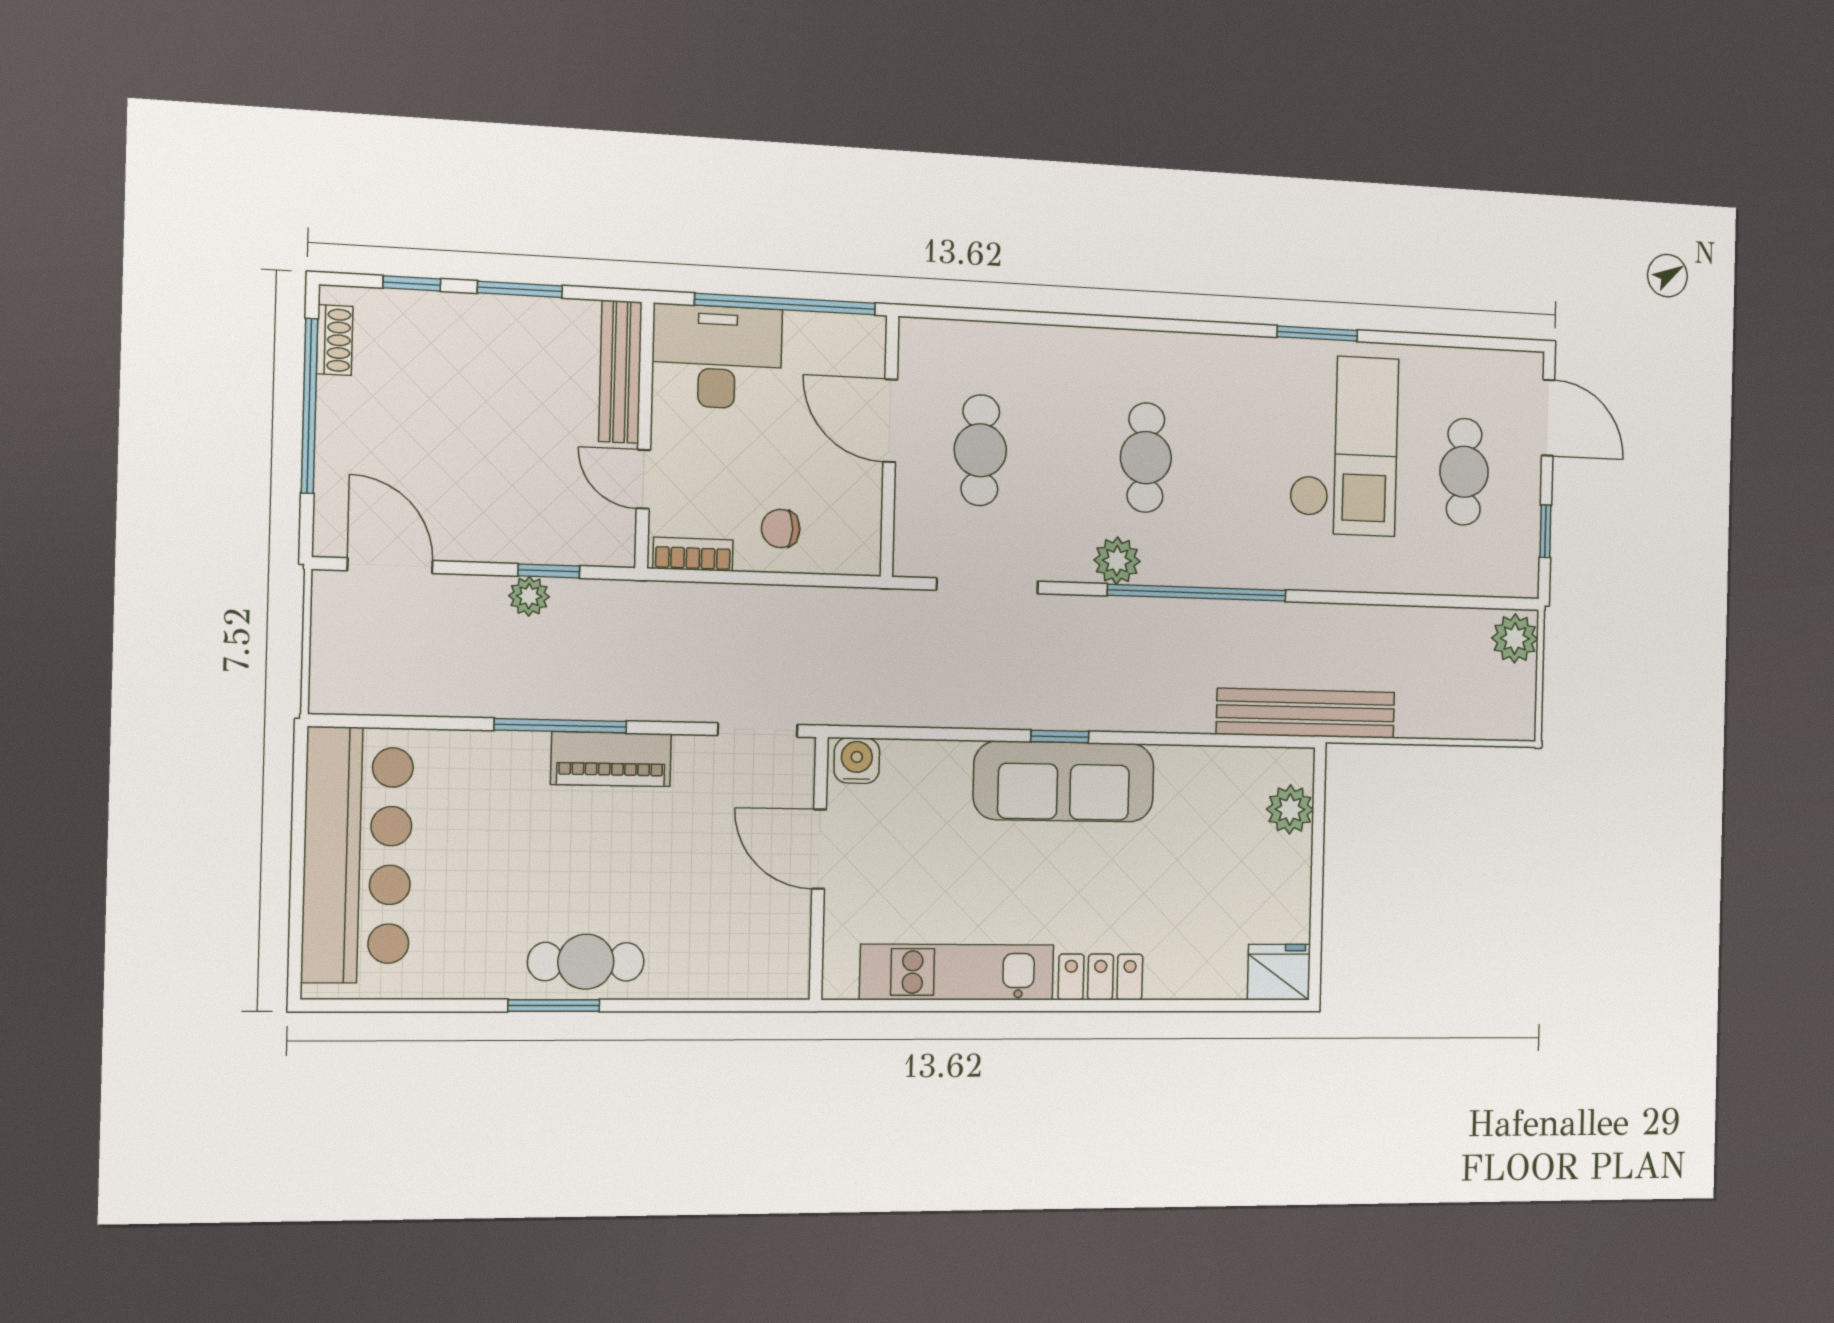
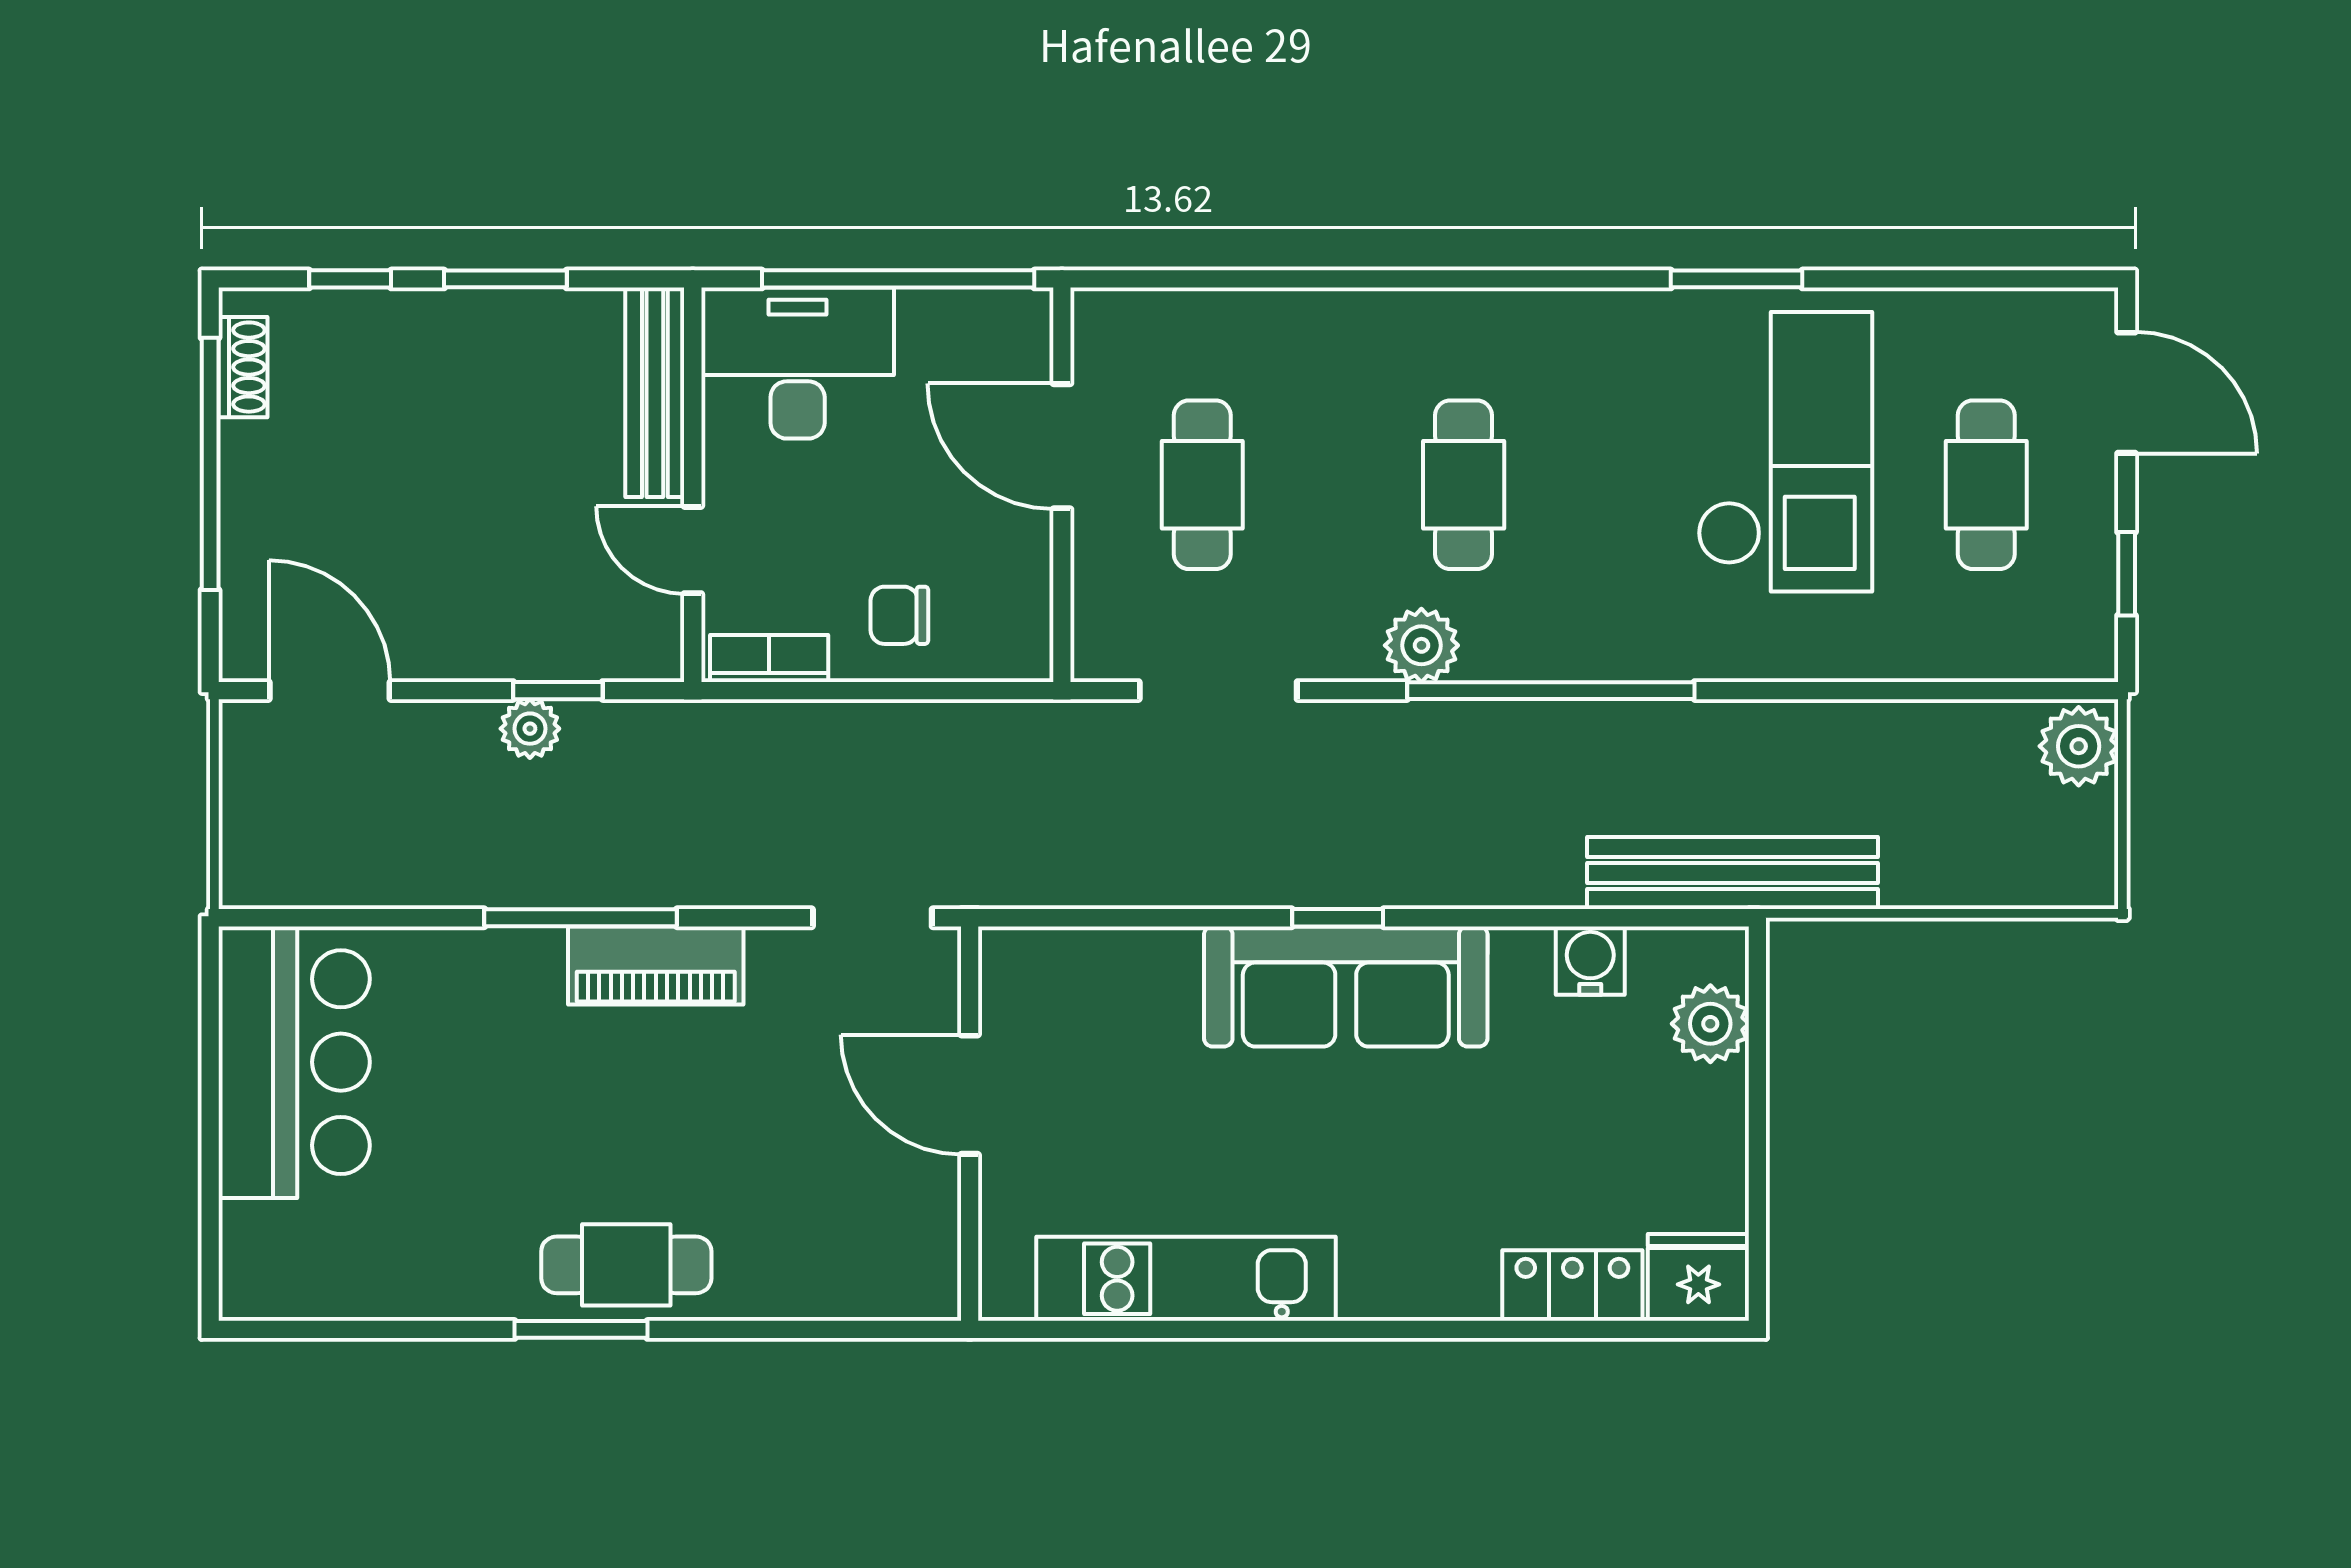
water cooler: (857, 761) -> (1590, 961), moved
bar counter: (358, 855) -> (294, 1062), width x0.73
locker: (1101, 977) -> (1572, 1286), moved

